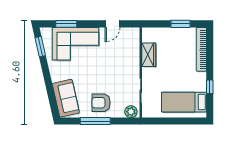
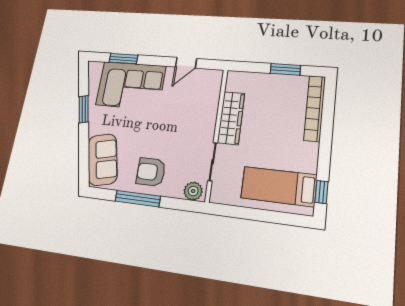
window: (40, 47) -> (84, 109), moved
wardrobe: (149, 55) -> (231, 118), width x1.50
window: (210, 87) -> (322, 192), moved

